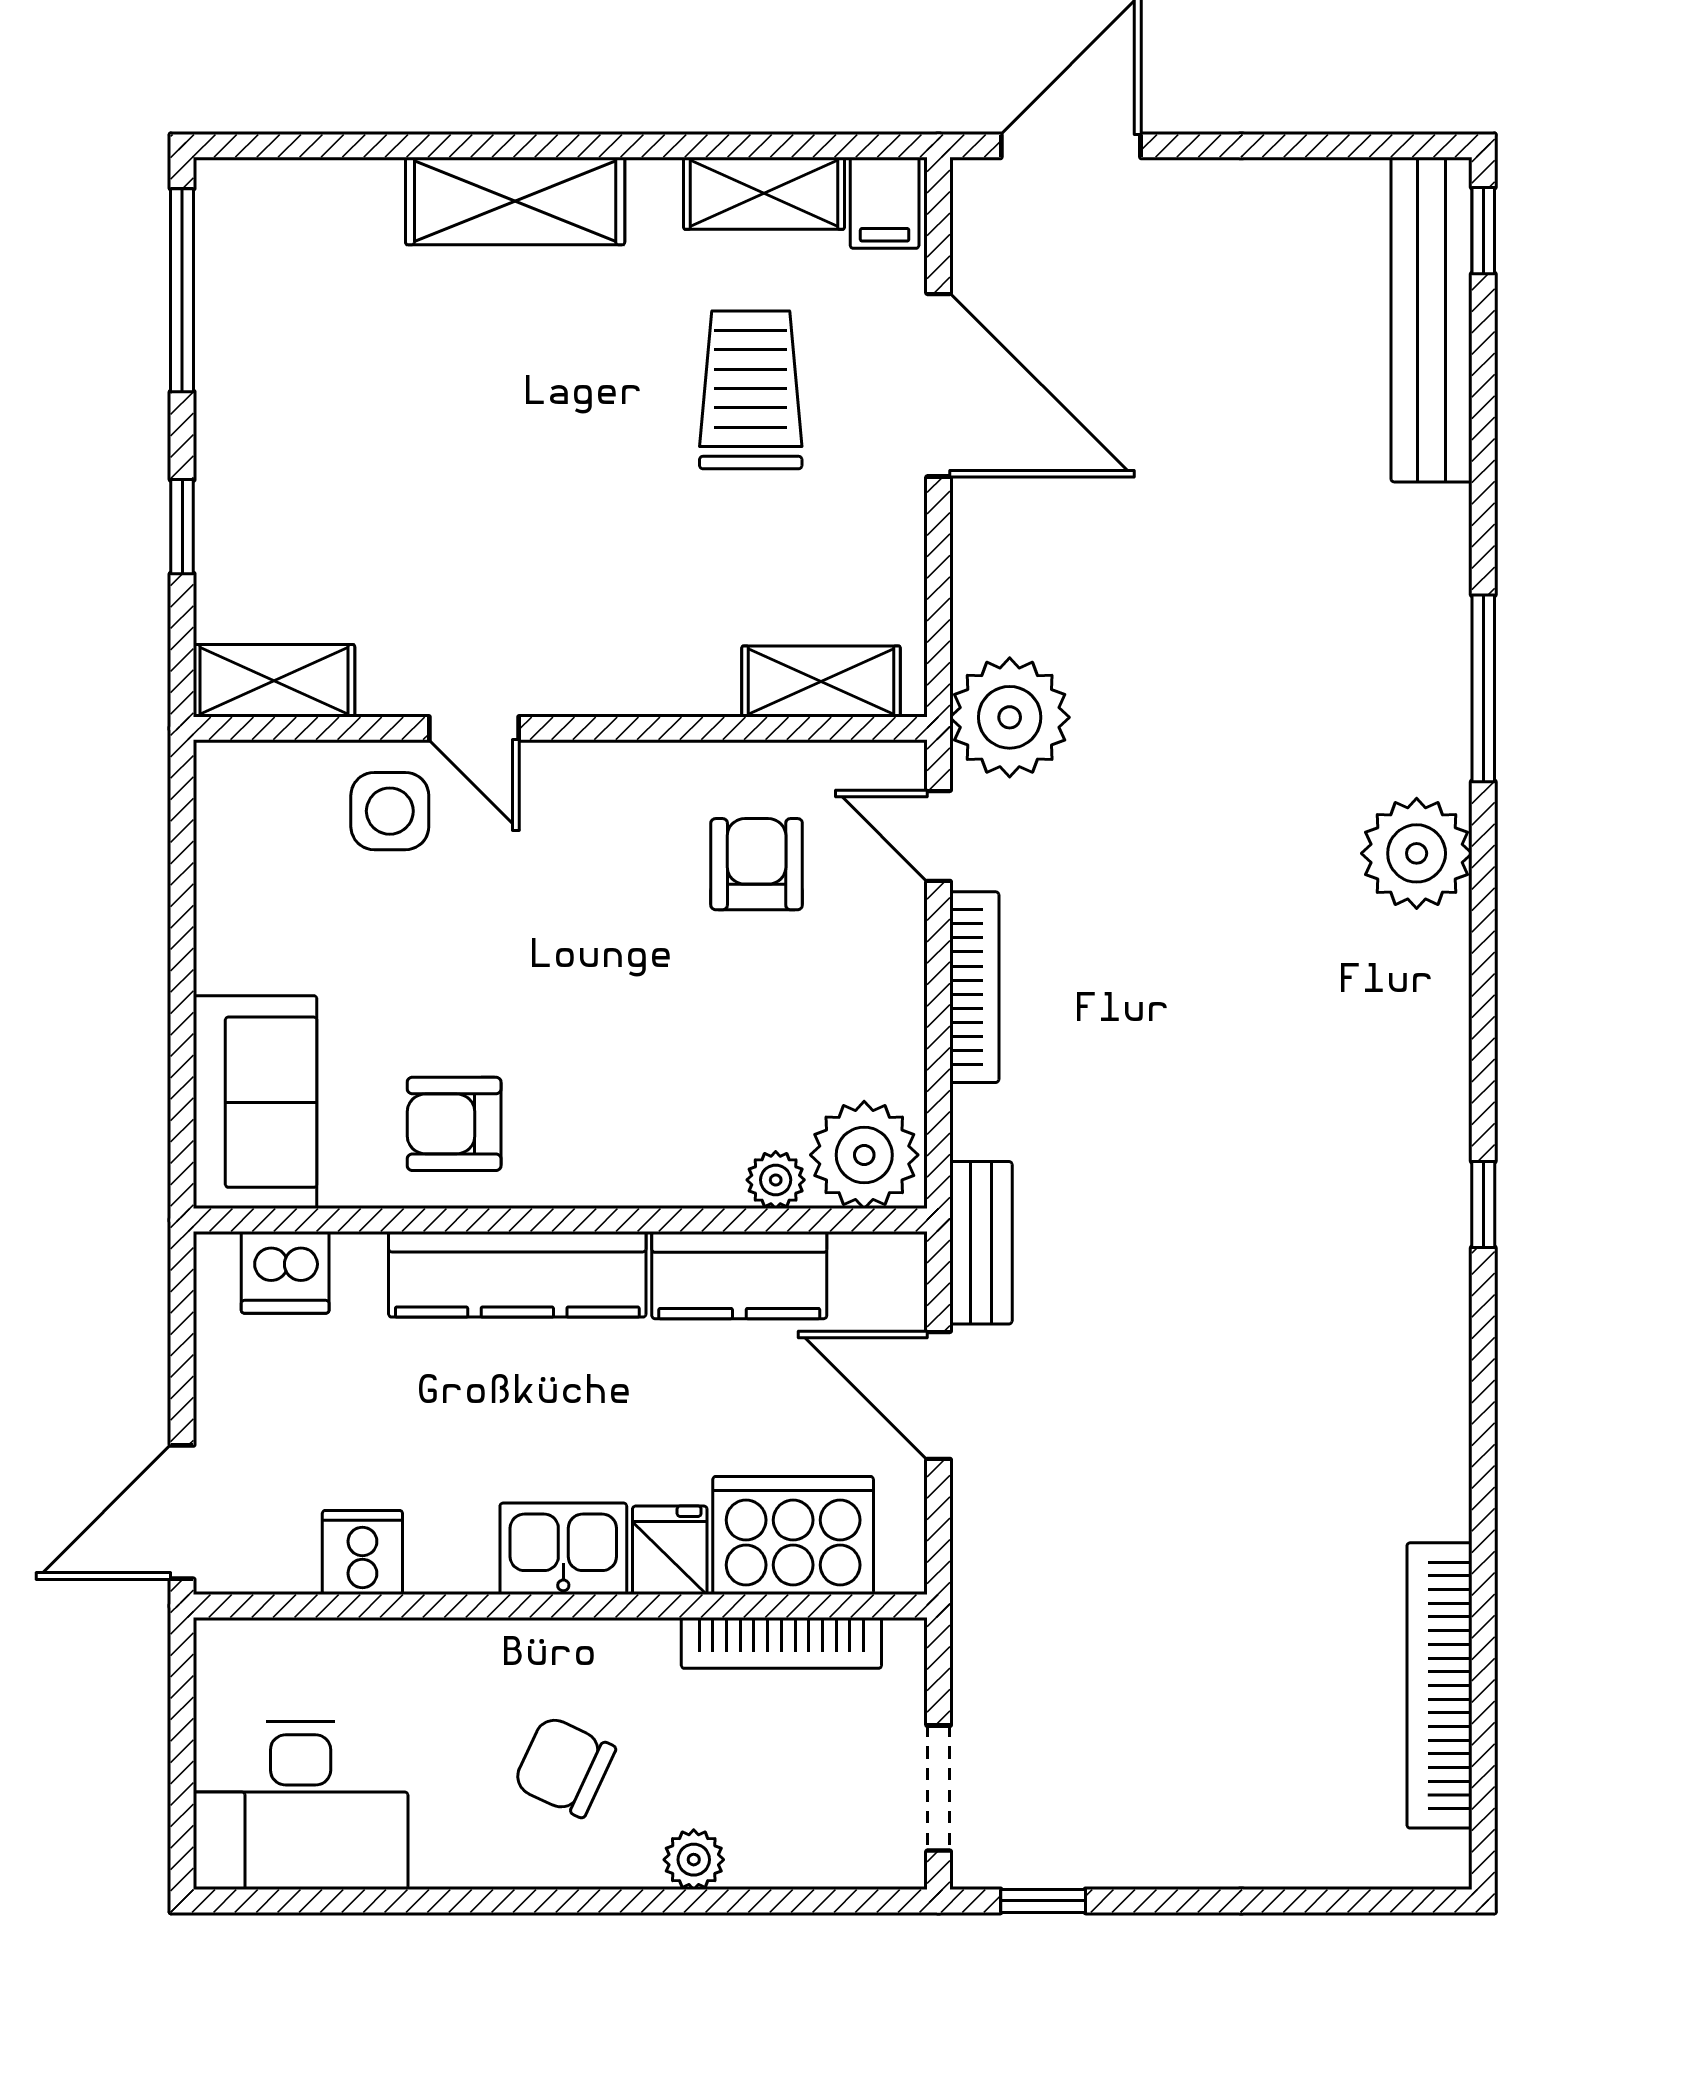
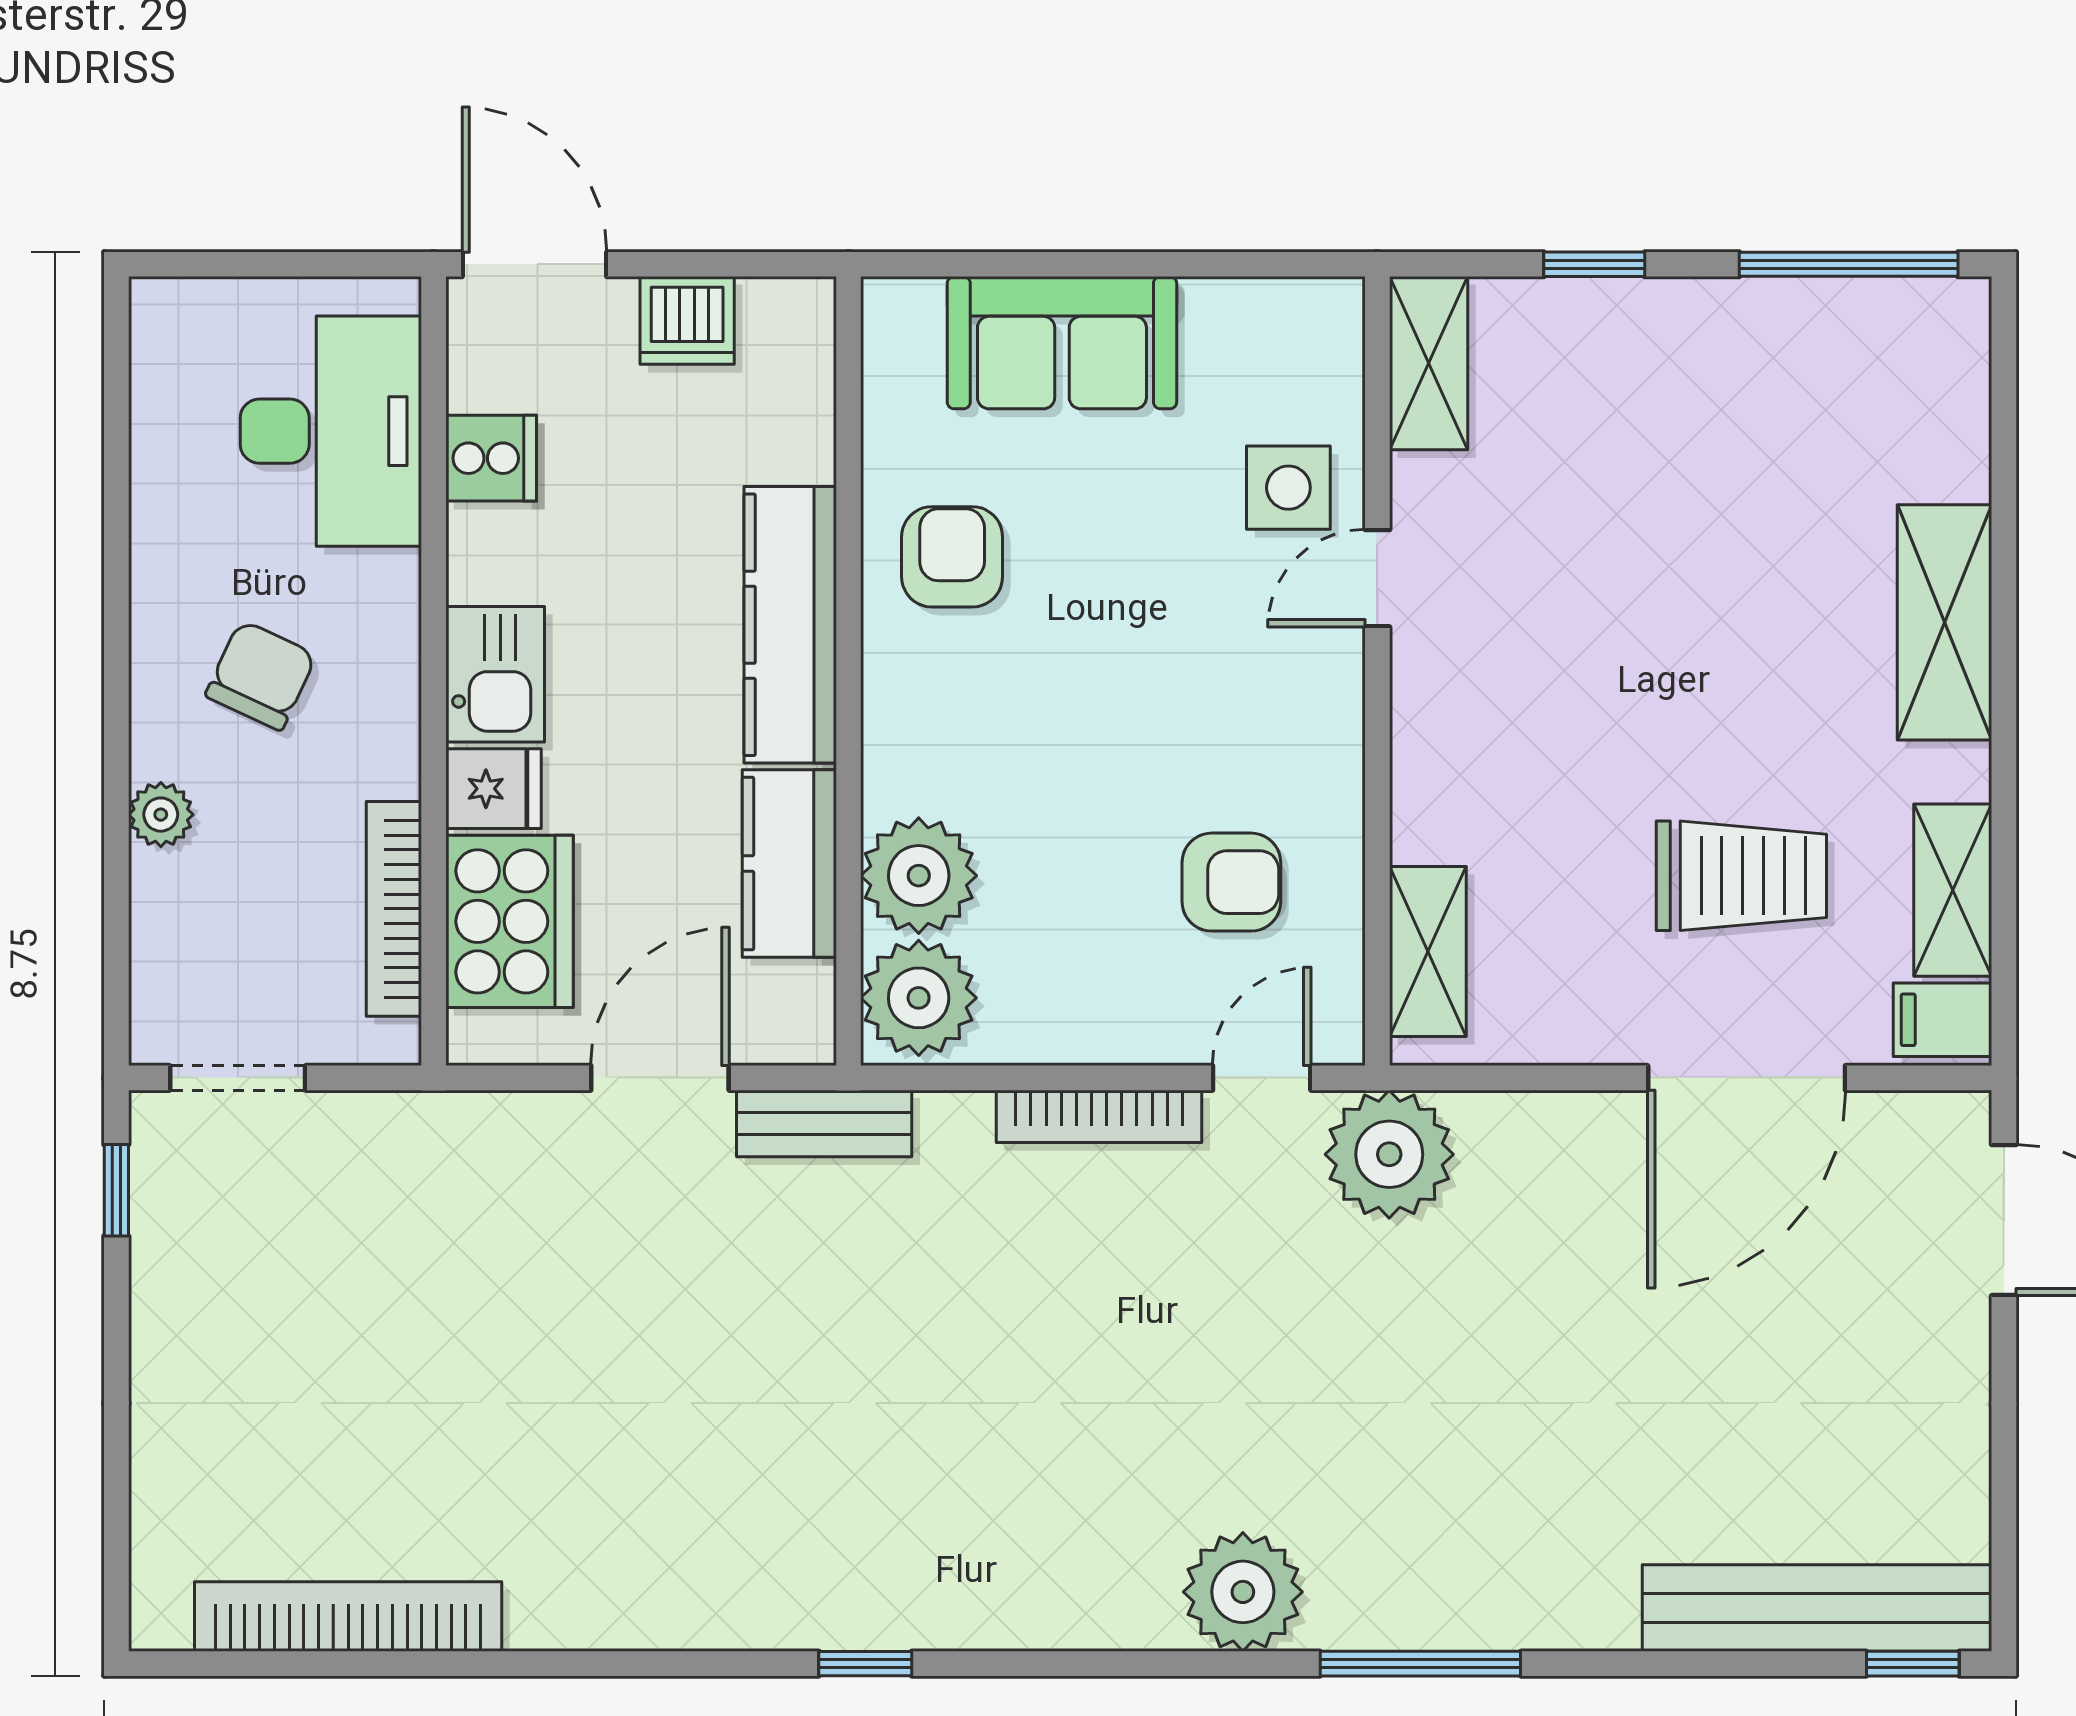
sofa: (255, 1102) -> (1062, 343), moved
plant: (776, 1180) -> (919, 876), width x1.88, depth x1.88
dishwasher: (285, 1272) -> (687, 320), moved, turned -90
desk: (301, 1805) -> (331, 431), moved, turned 180

